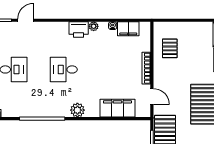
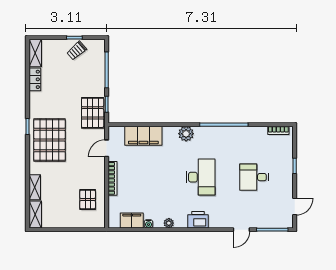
printer: (79, 30) -> (198, 220), moved
desk: (64, 69) -> (201, 177), width x1.37
door: (152, 96) -> (107, 148), hinge flipped

